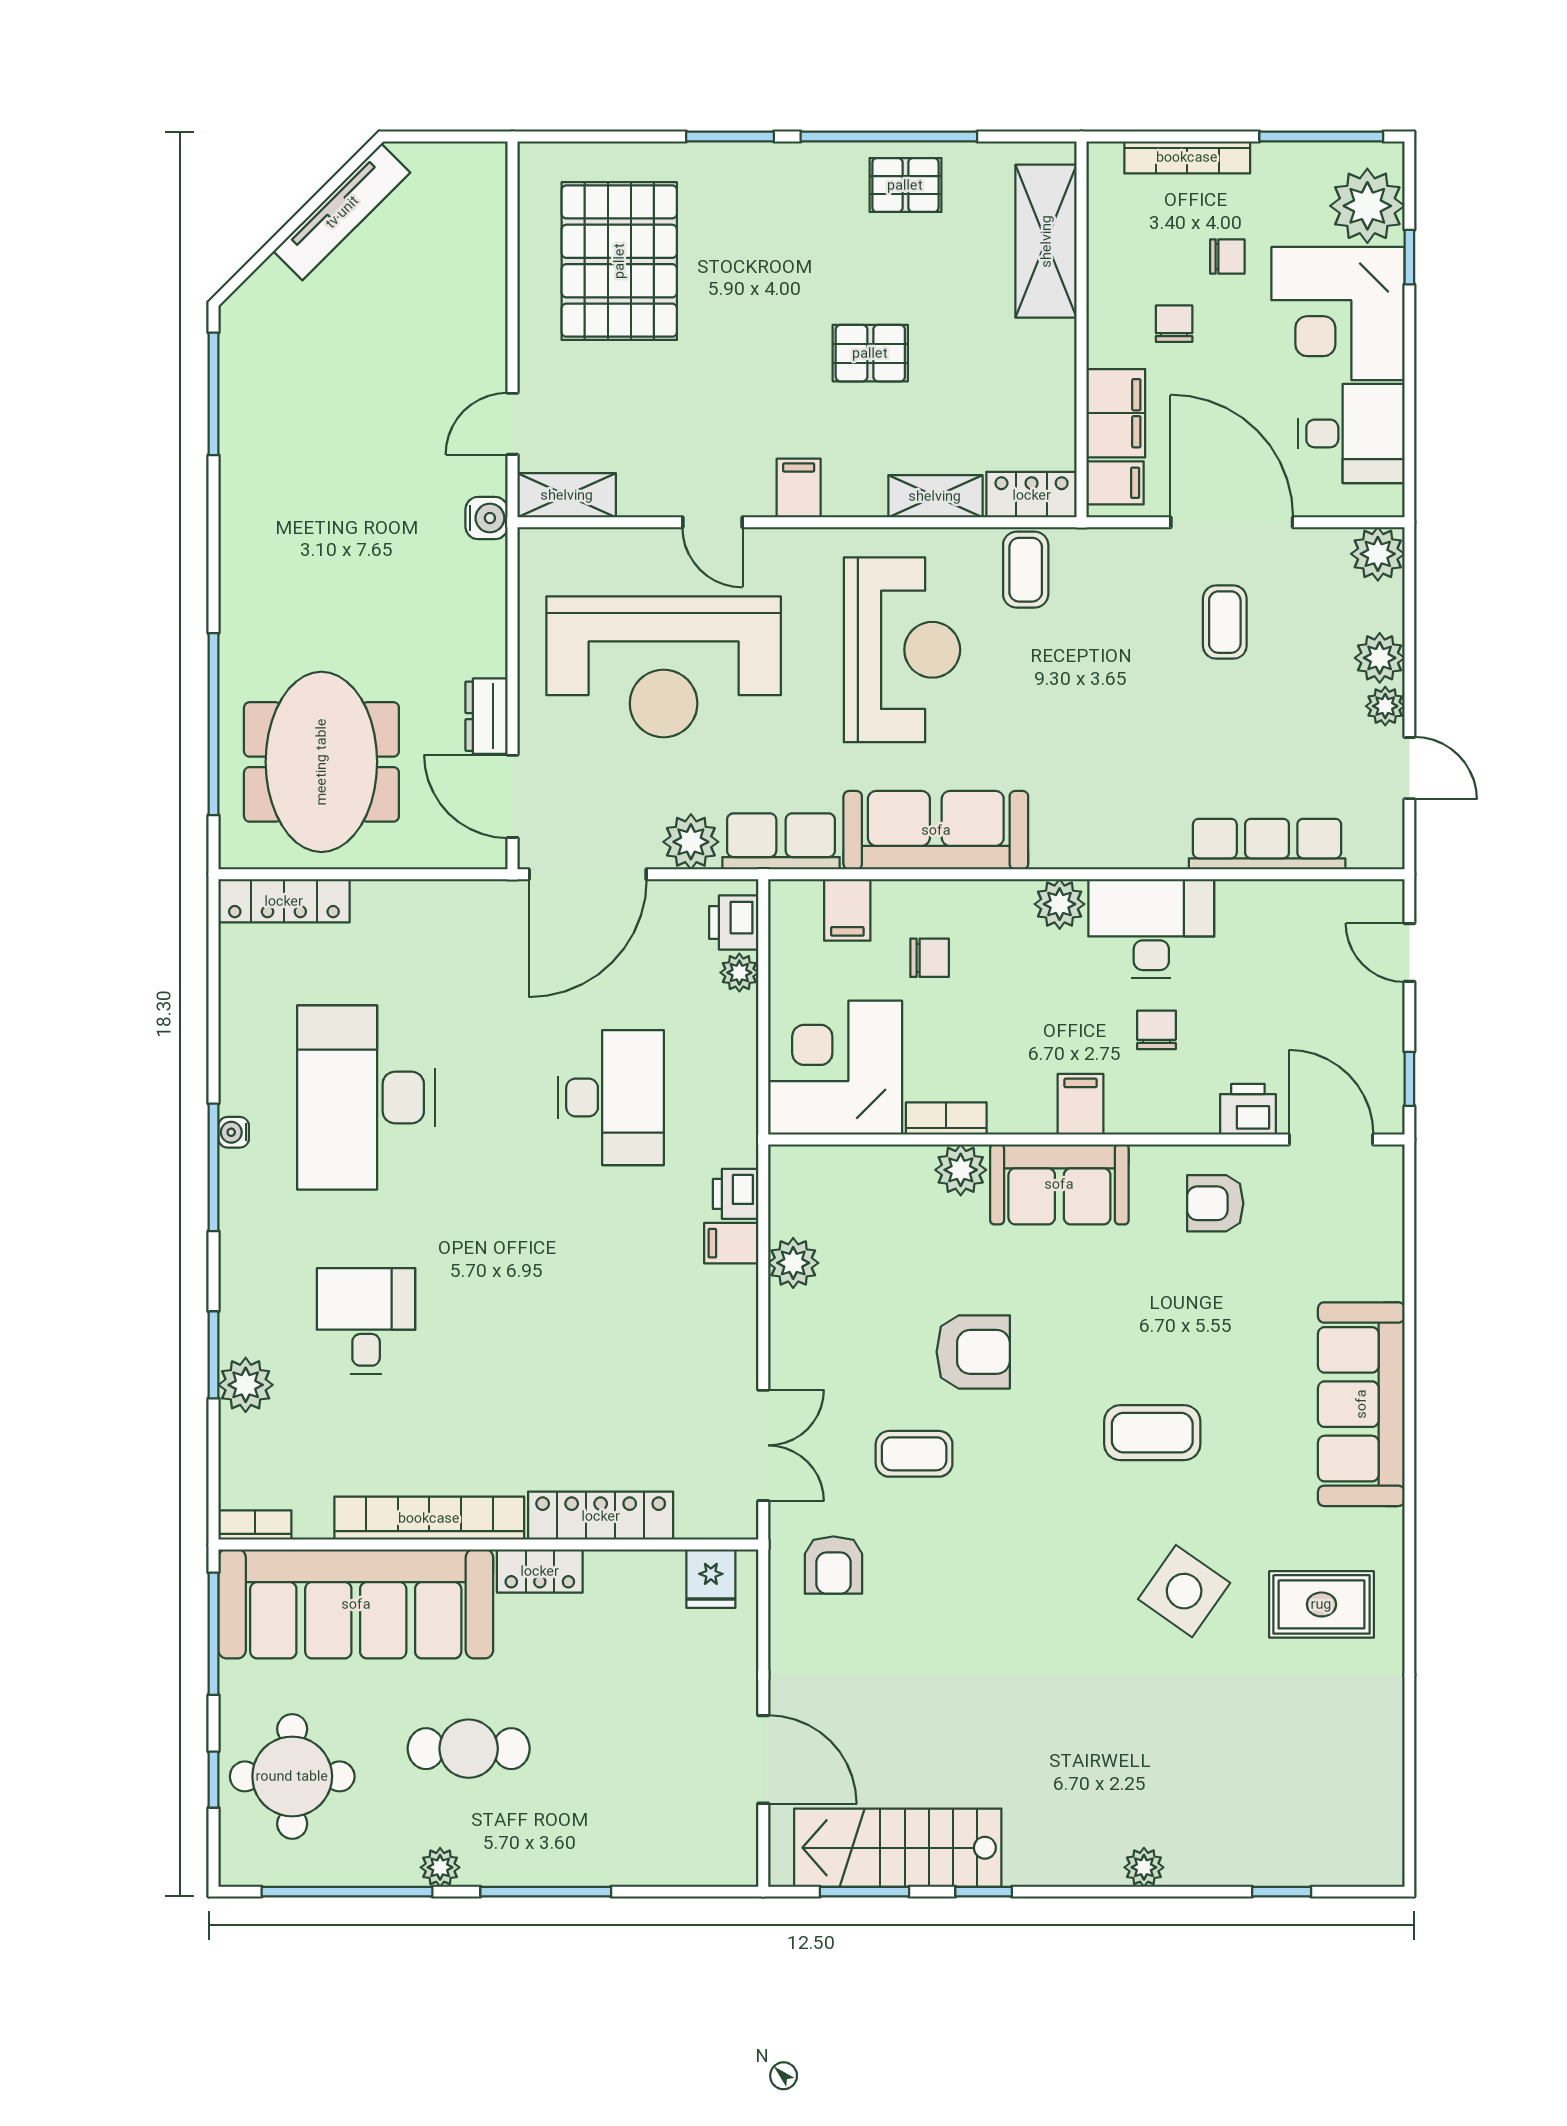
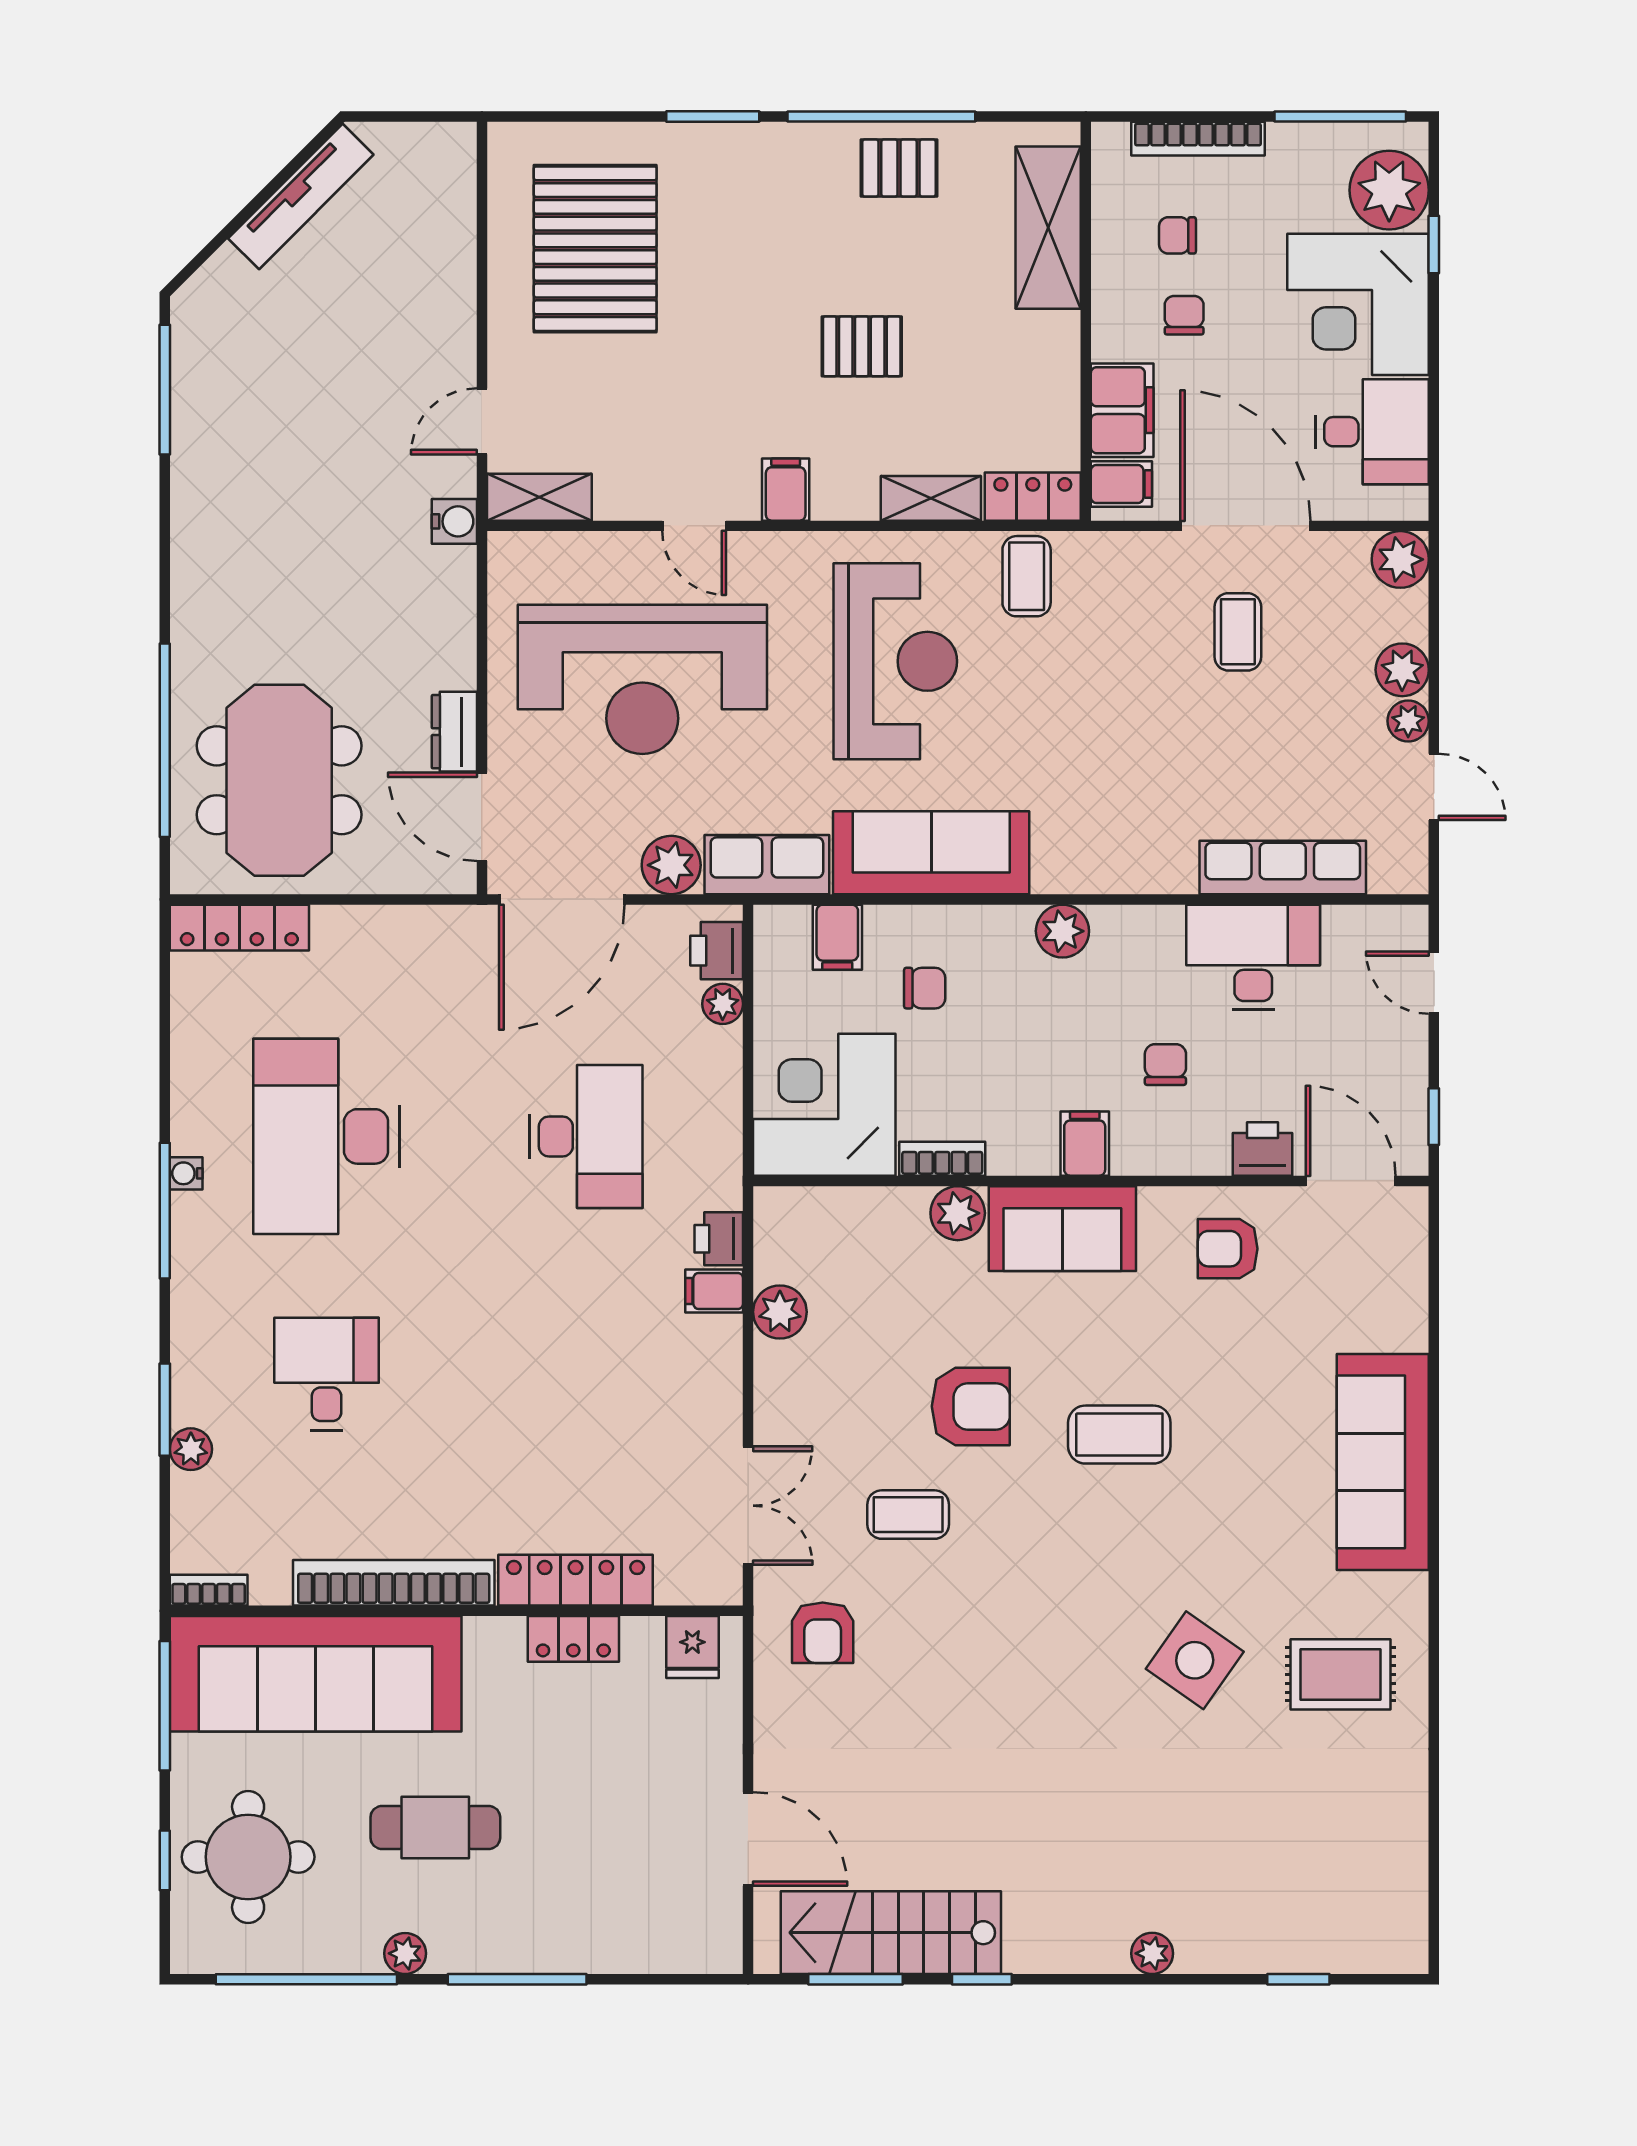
chair: (1227, 257) -> (1177, 235), moved, turned 180
desk: (1151, 928) -> (1253, 957), moved
plant: (246, 1385) -> (191, 1449), width x0.73, depth x0.73
coffee table: (1152, 1433) -> (1119, 1435), moved
locker: (540, 1571) -> (573, 1639), moved

